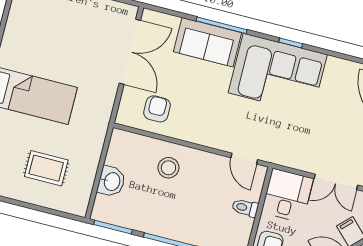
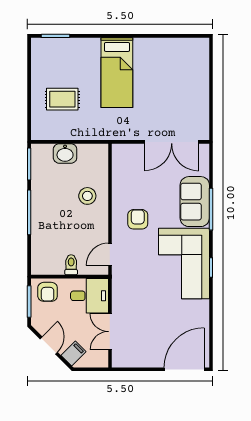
armchair: (157, 109) -> (138, 219), moved, turned -90
rug: (46, 168) -> (62, 99), turned 90

